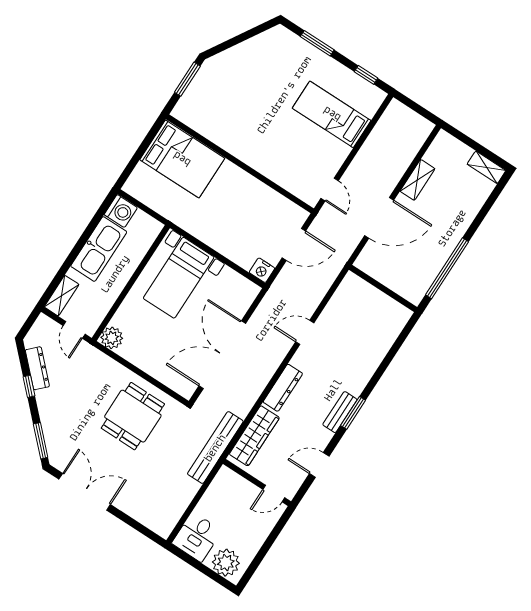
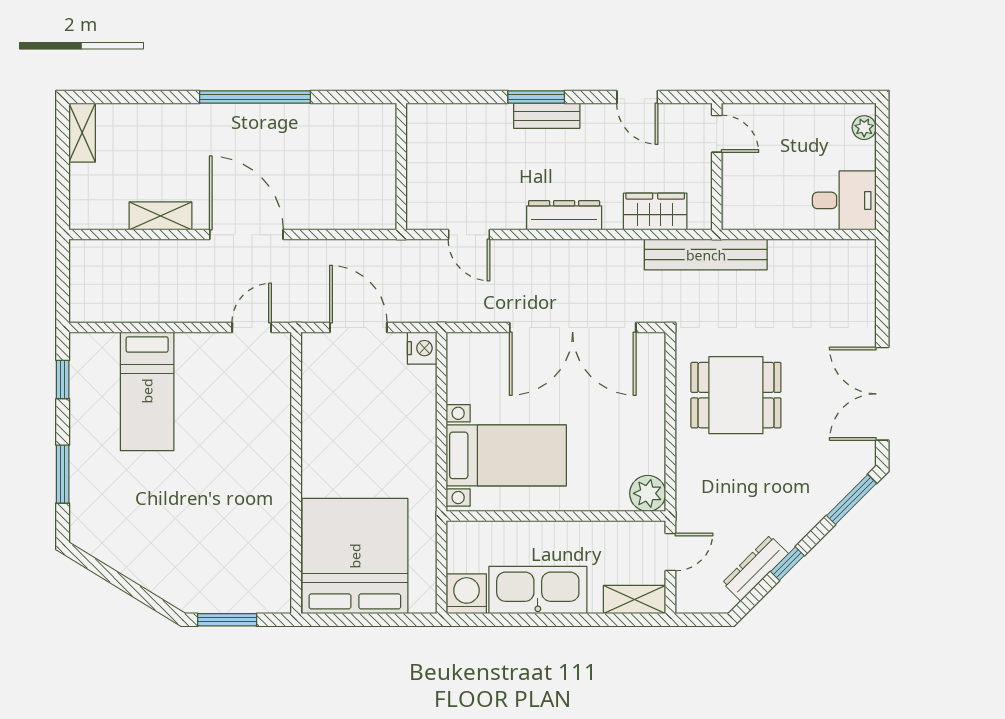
bed: (182, 159) -> (355, 556), width x1.36
wall: (383, 288) -> (401, 167), moved
wardrobe: (254, 436) -> (655, 212), width x0.67
plant: (226, 563) -> (864, 128), width x0.53, depth x0.53

